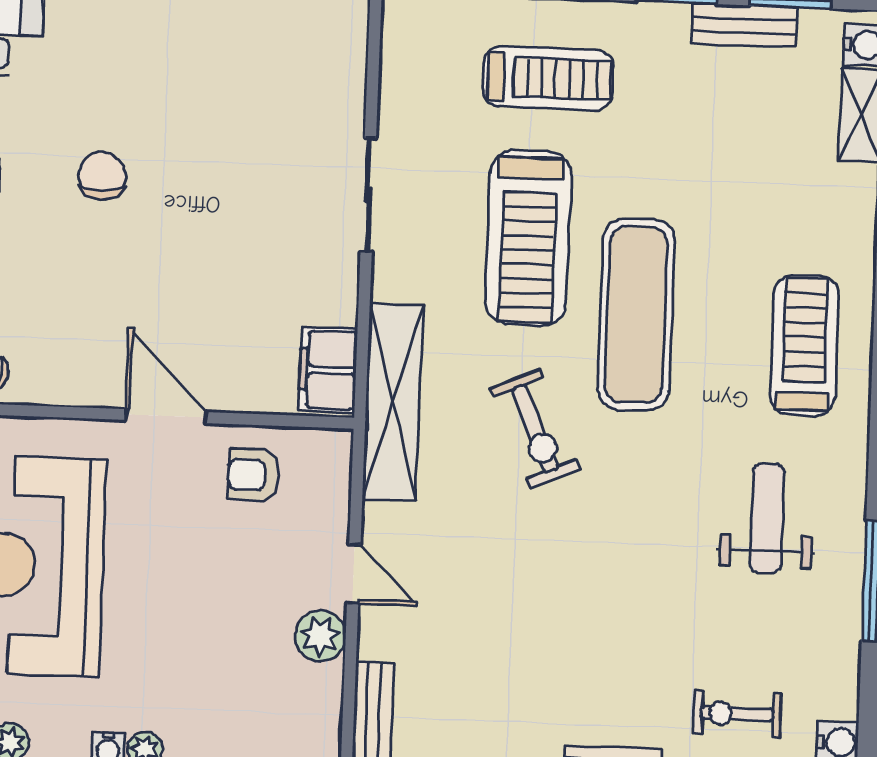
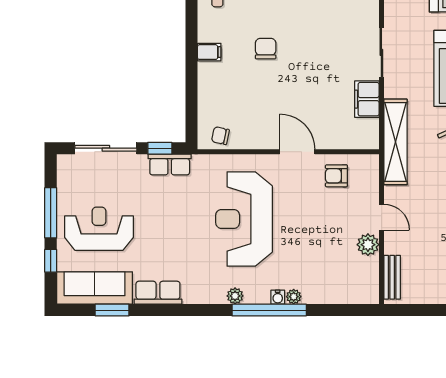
filing cabinet: (328, 370) -> (367, 99), moved

